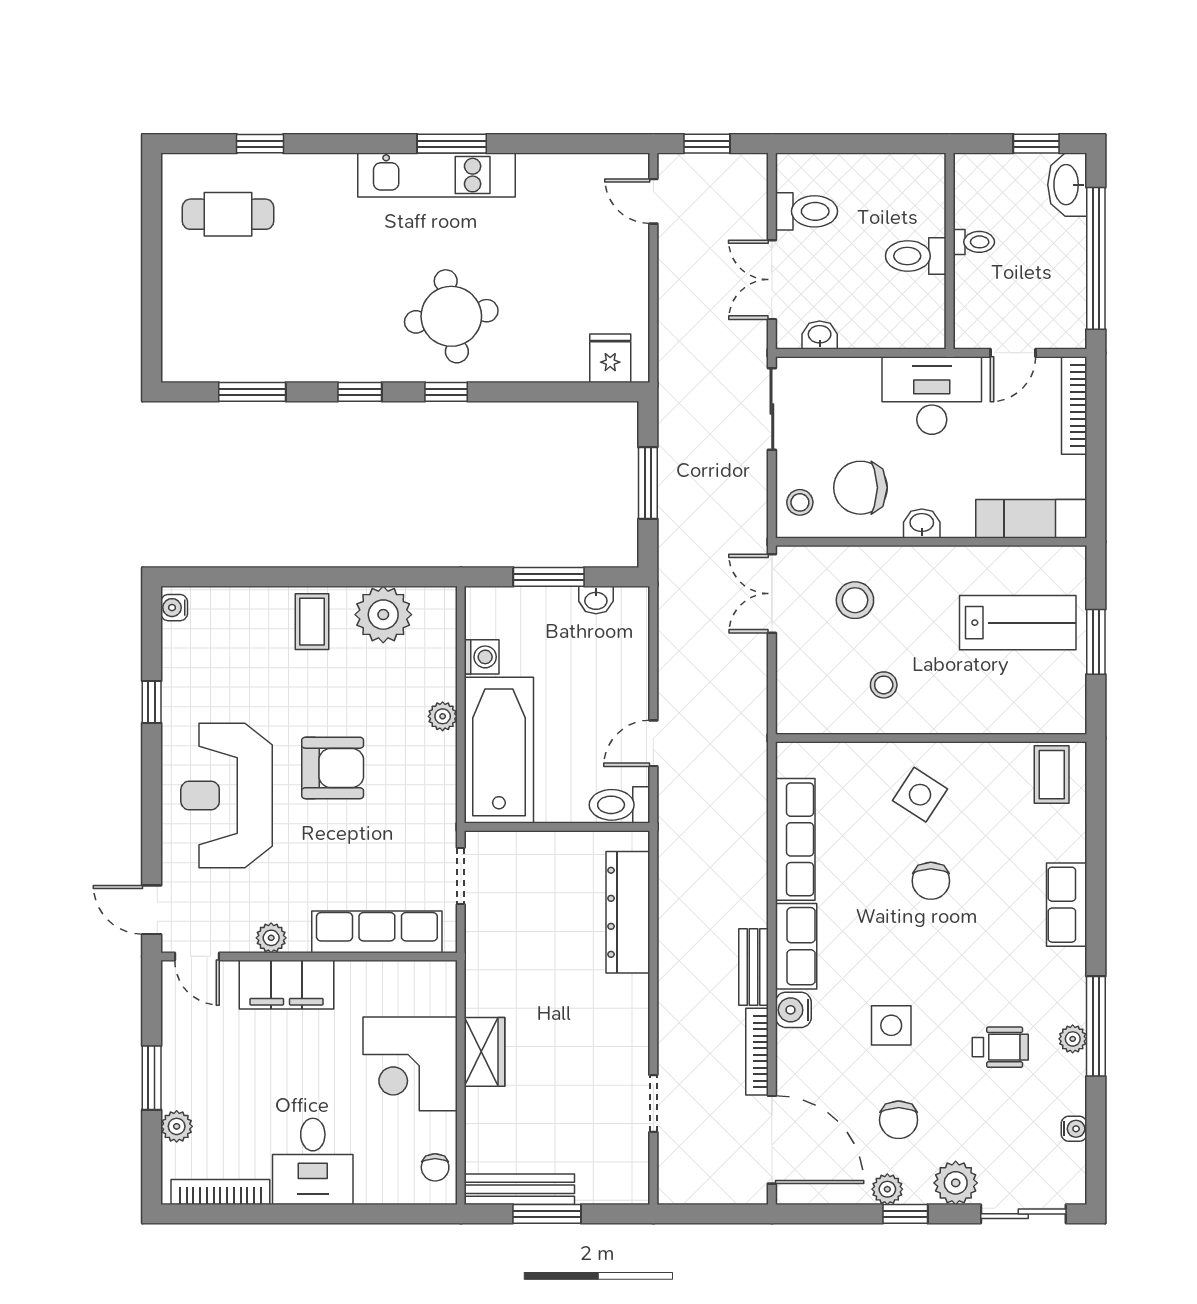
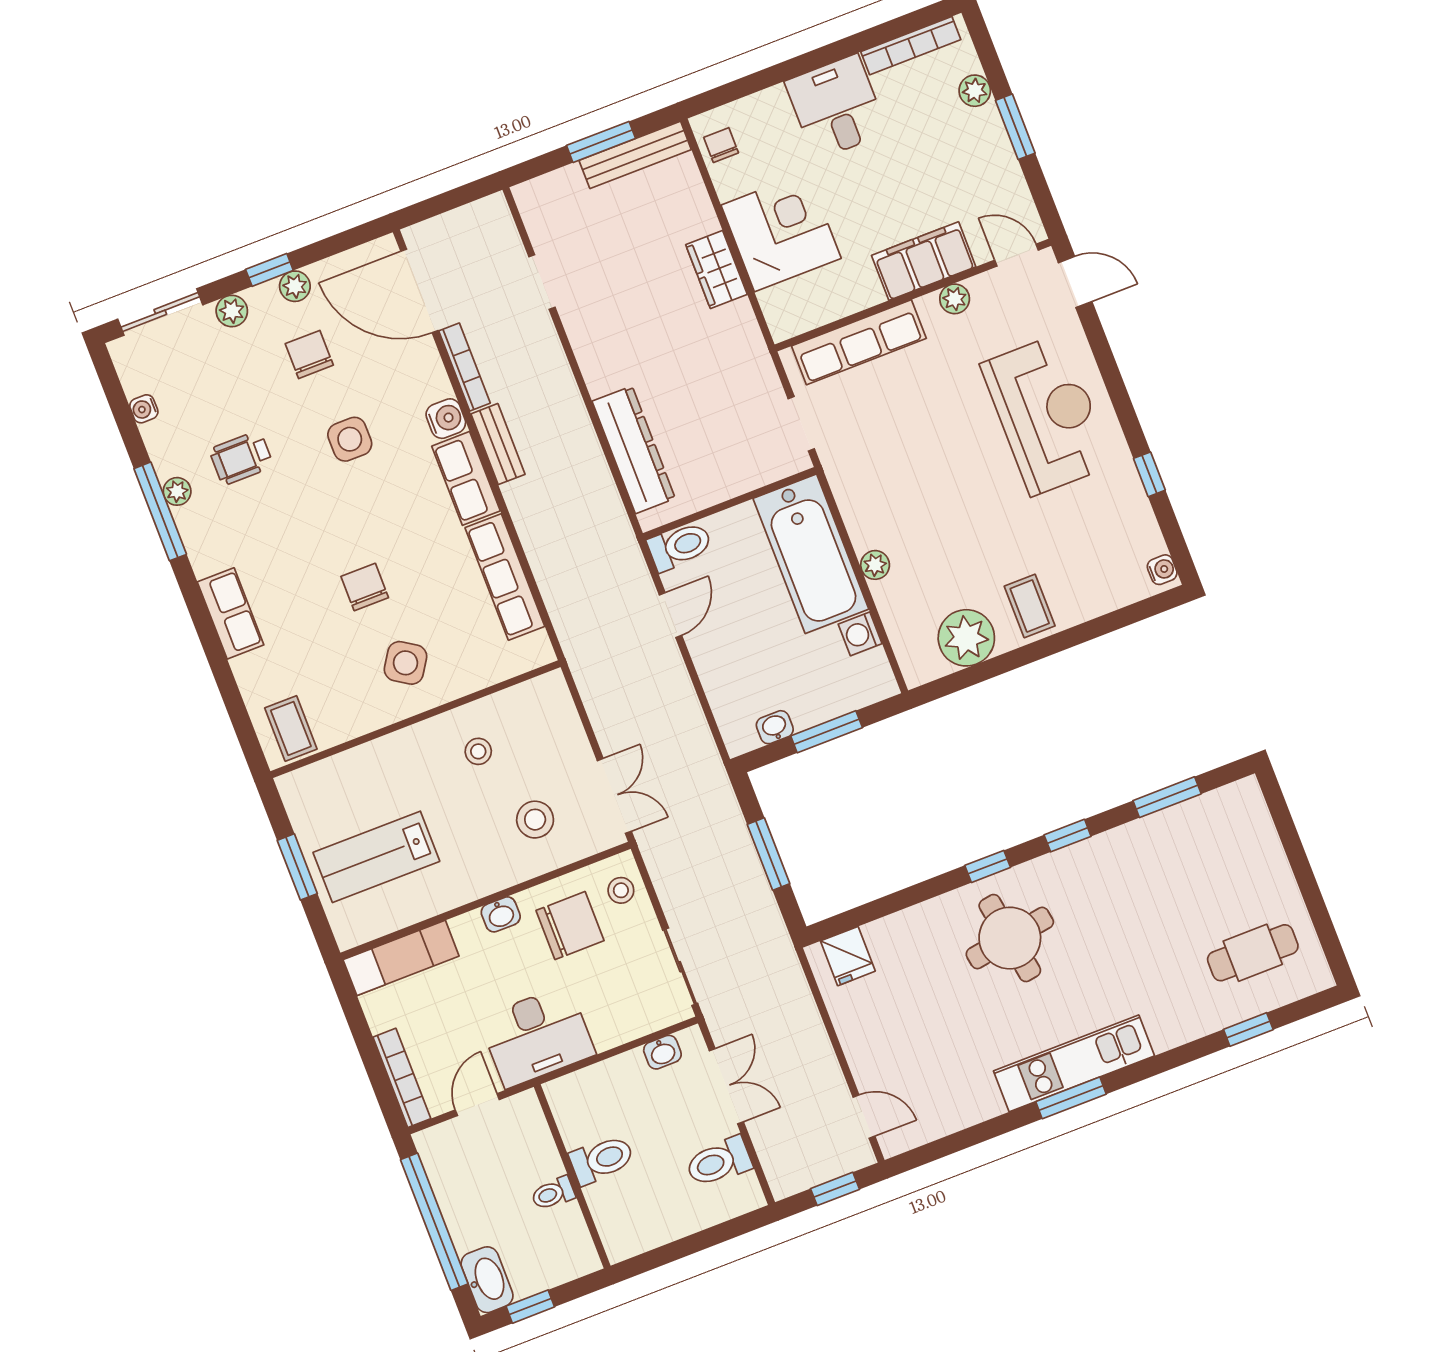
armchair: (333, 768) -> (958, 478), removed
plant: (956, 1183) -> (232, 311), width x0.73, depth x0.73

